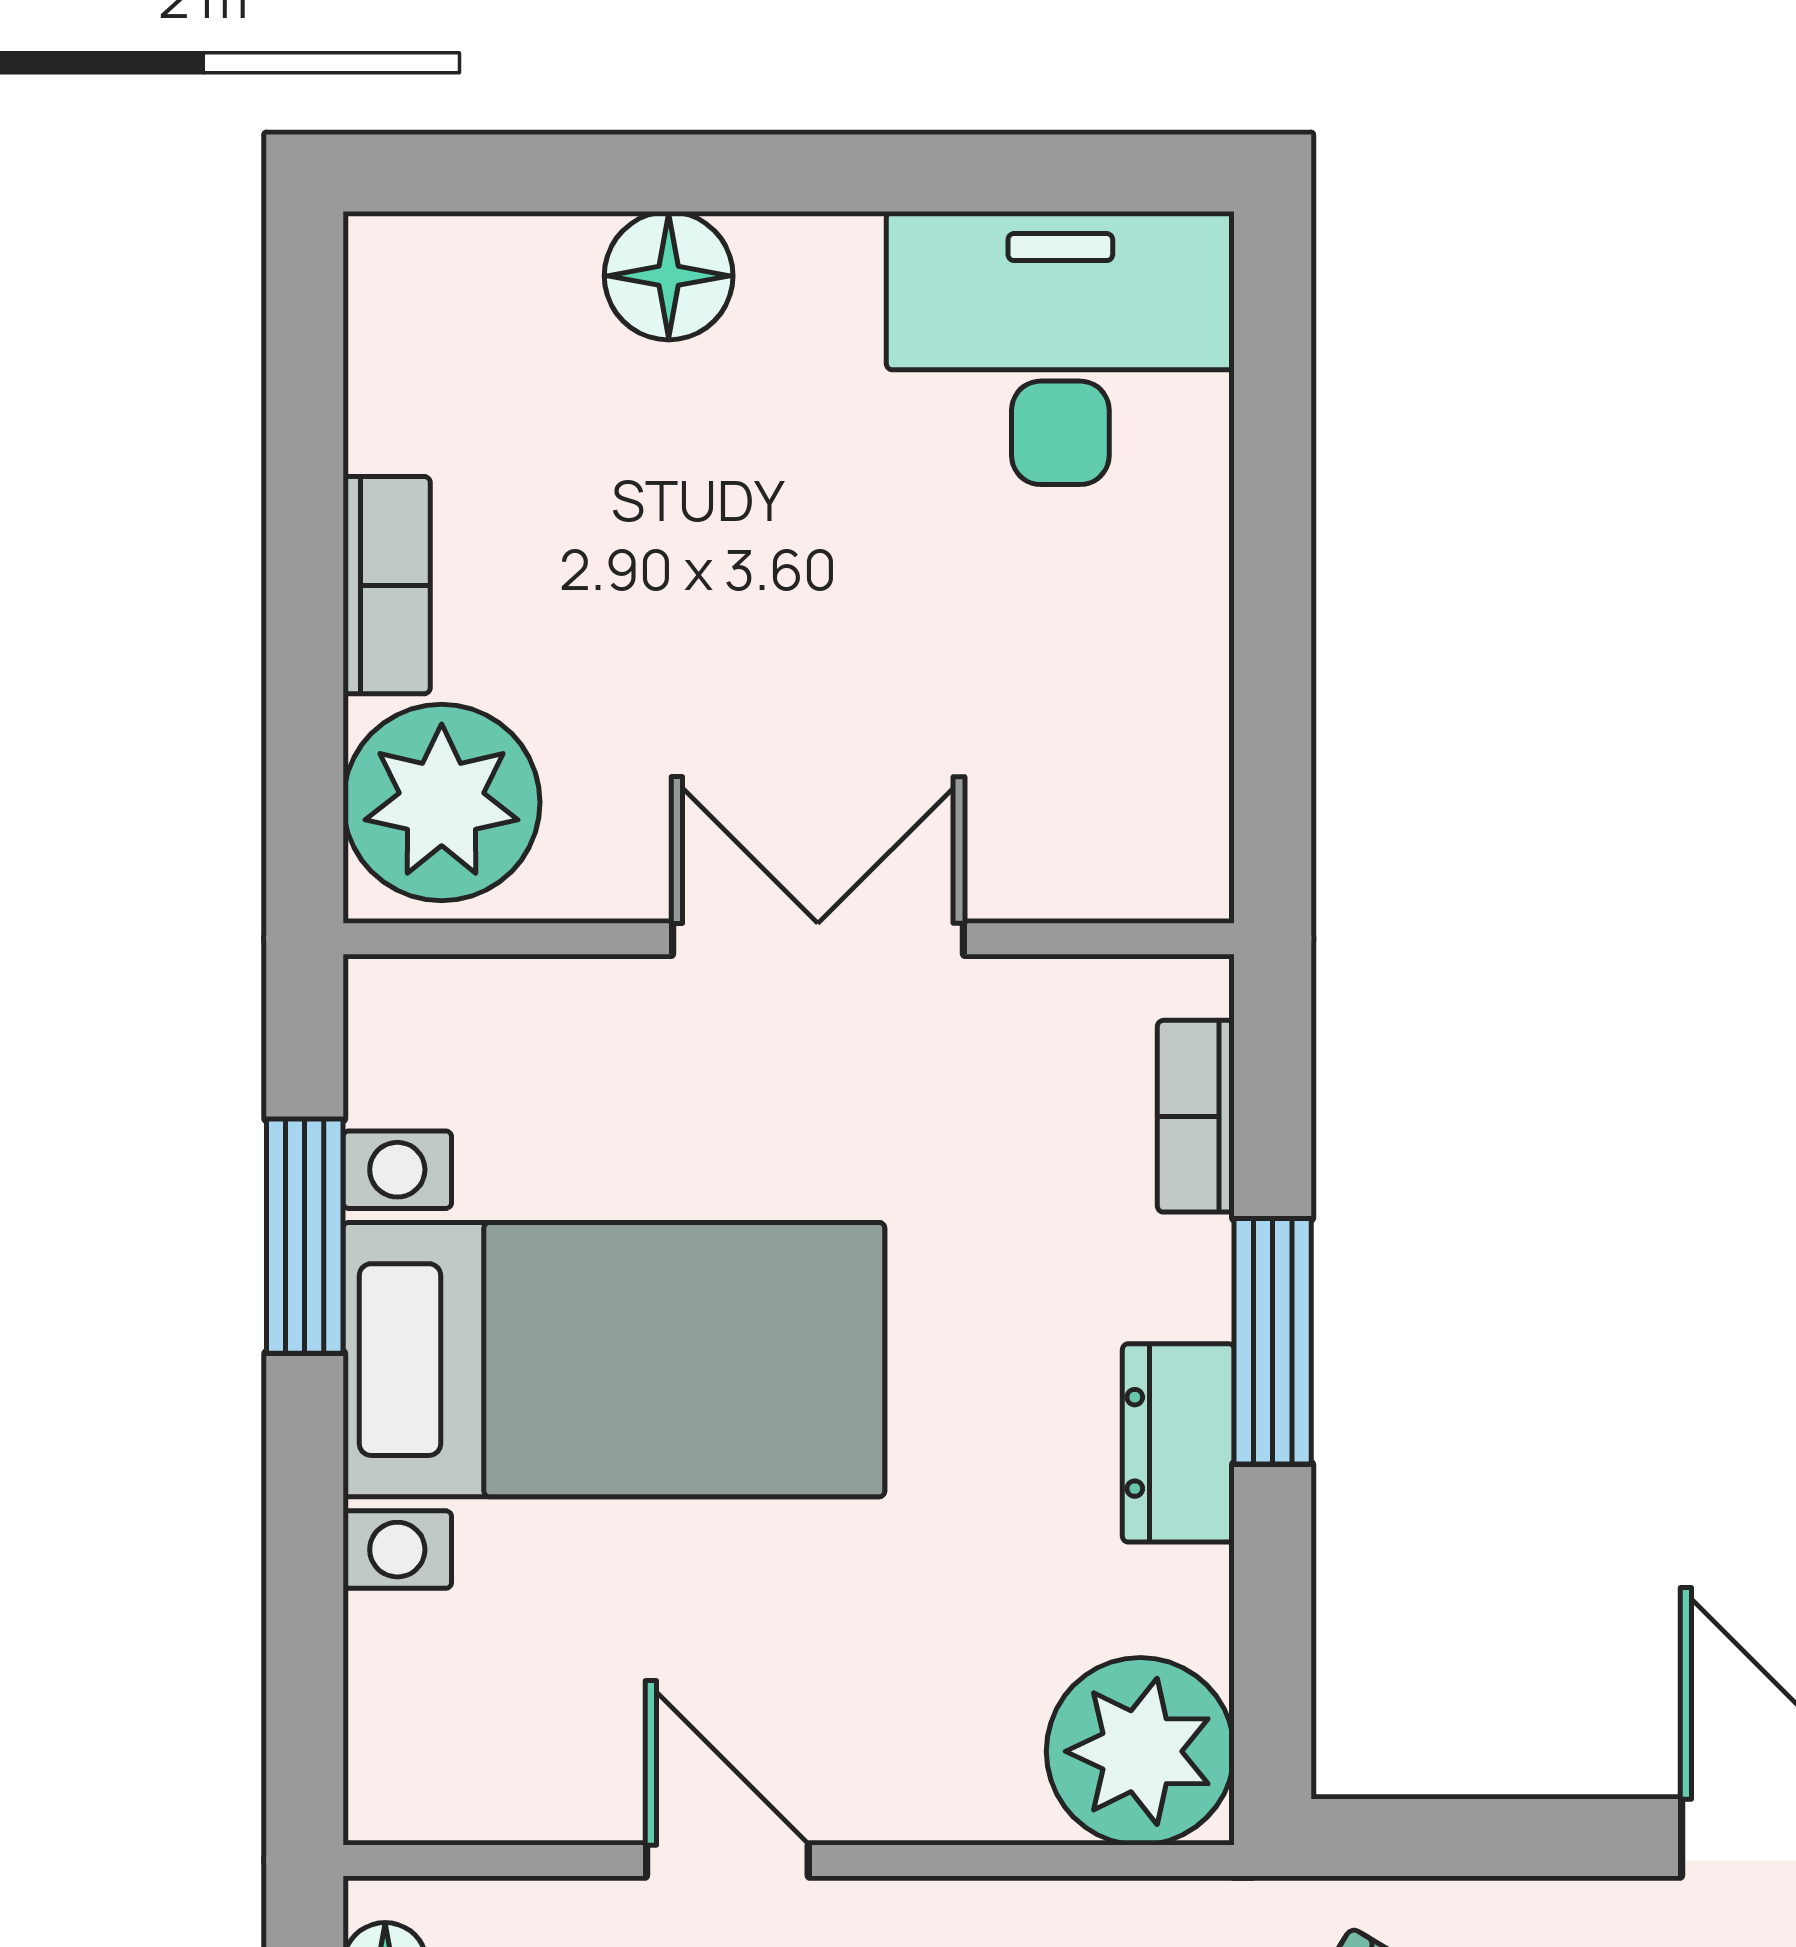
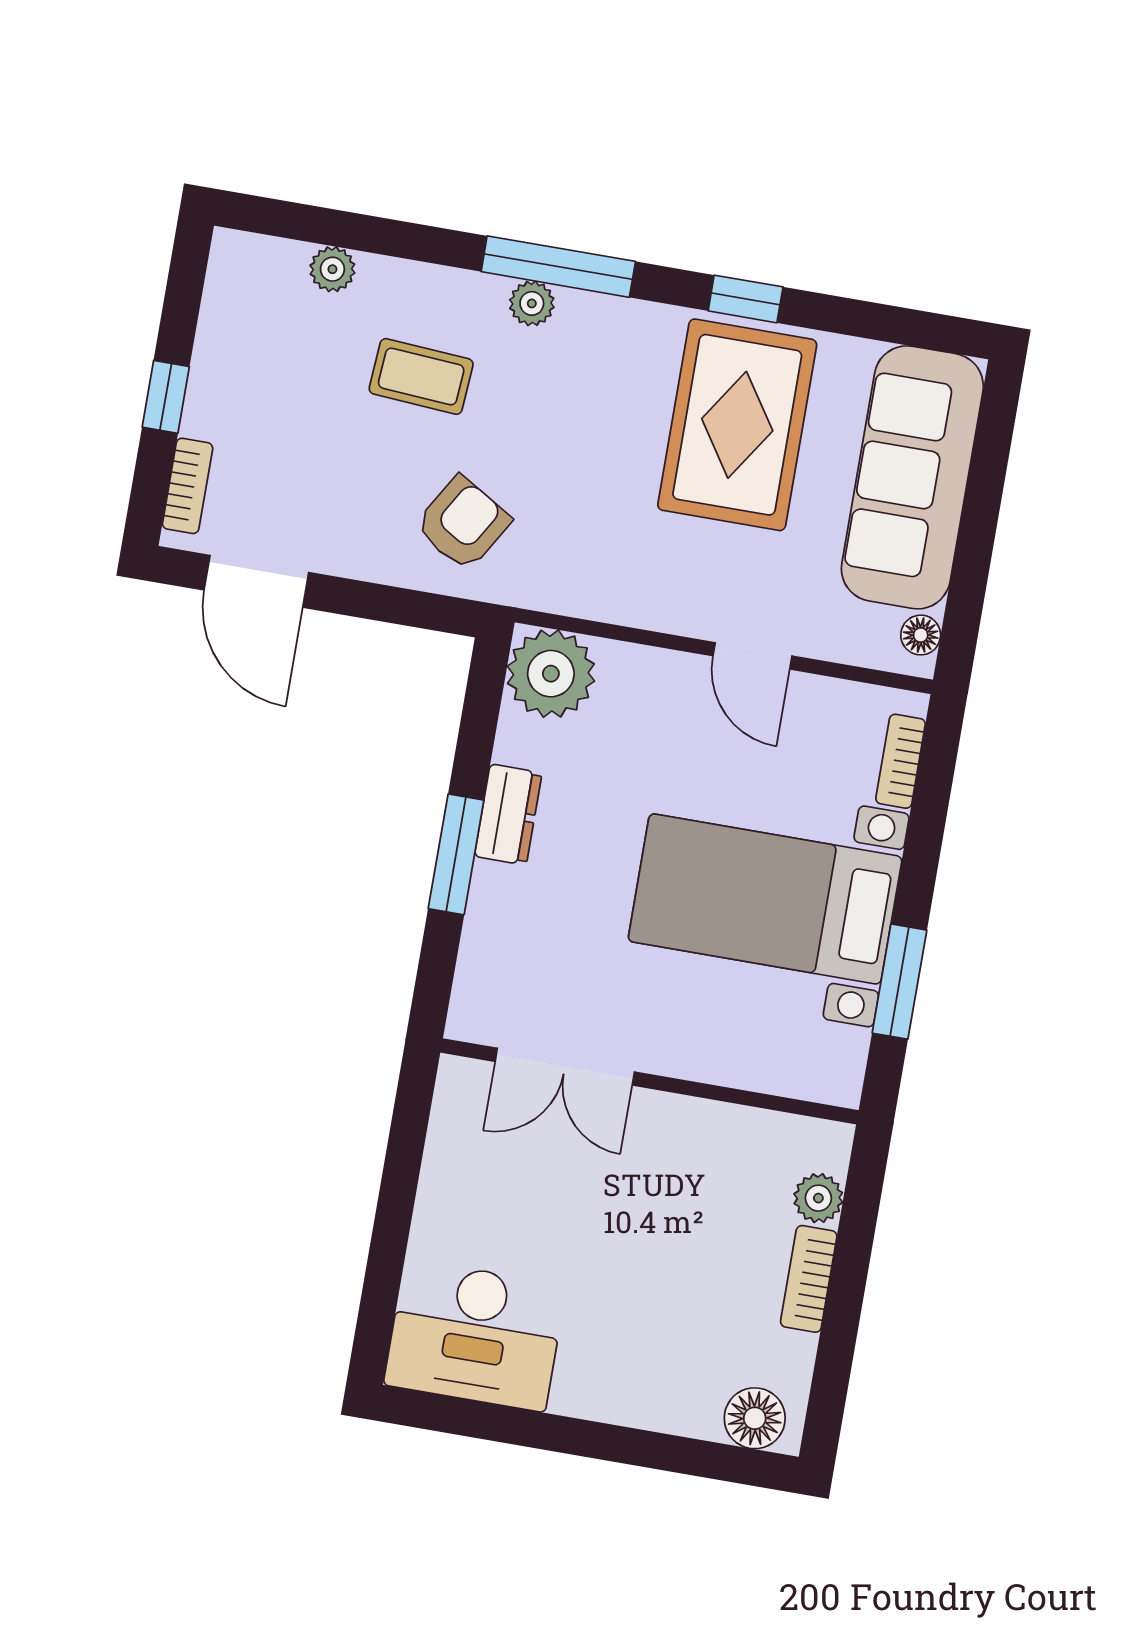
floor lamp: (669, 276) -> (755, 1418), moved
plant: (442, 802) -> (818, 1198), width x0.53, depth x0.53
double door: (818, 939) -> (565, 1067), moved
bookcase: (1196, 1116) -> (901, 761), moved, turned 180

